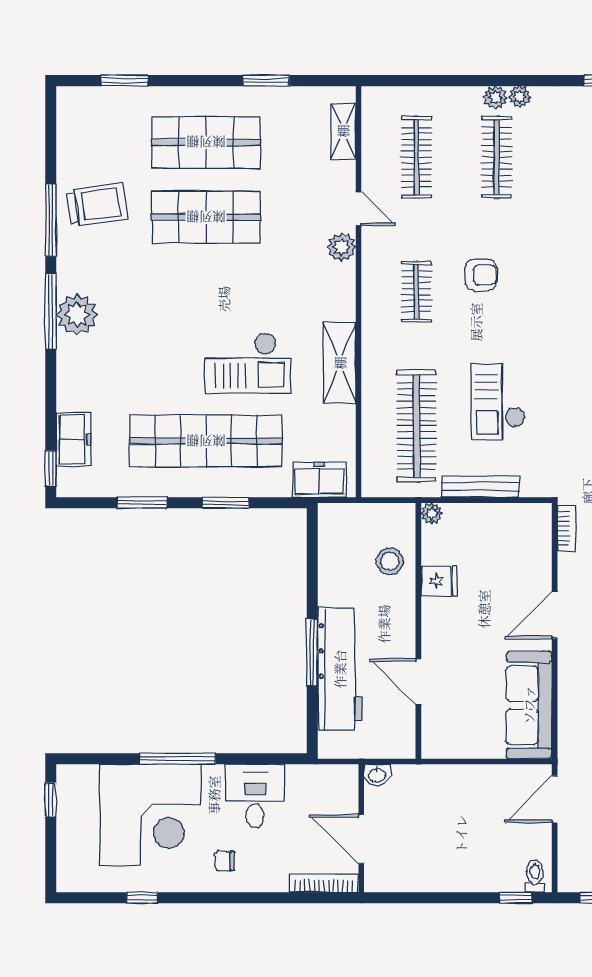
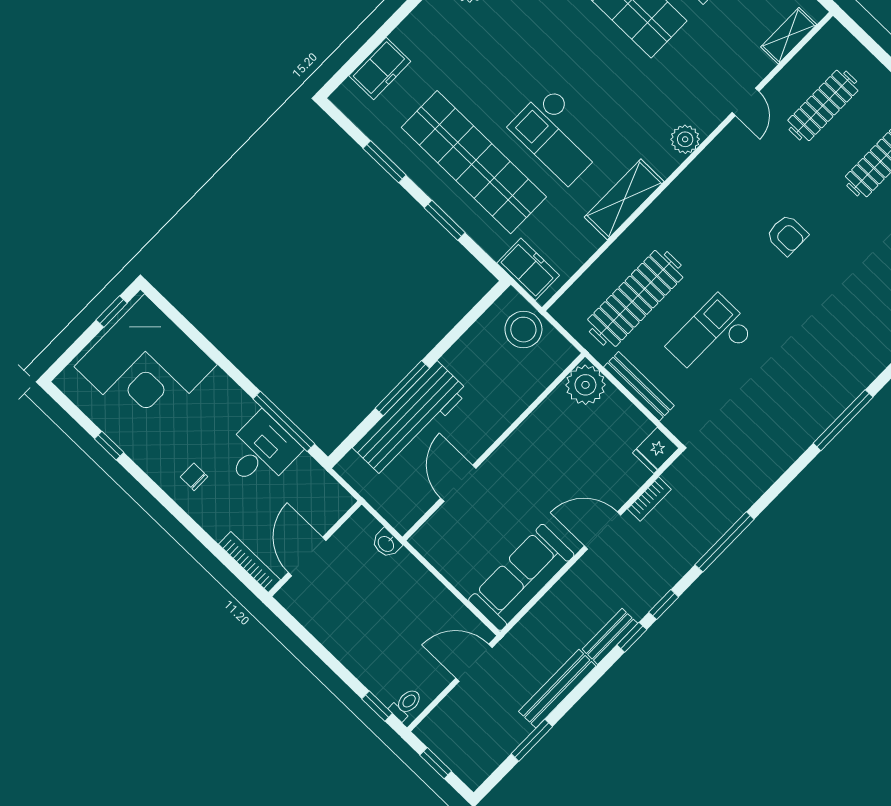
plant: (341, 247) -> (685, 139), moved
clothes rail: (416, 292) -> (729, 202), removed
window: (51, 468) -> (343, 73), removed
plant: (432, 513) -> (585, 385), width x1.88, depth x1.88
bookcase: (566, 528) -> (649, 499), moved
stool: (390, 561) -> (523, 330), moved, width x1.38, depth x1.38
fridge: (439, 581) -> (656, 450), moved, turned 90
window: (177, 759) -> (284, 421), moved
washbasin: (377, 775) -> (386, 544), moved
corner desk: (150, 815) -> (146, 366), moved

